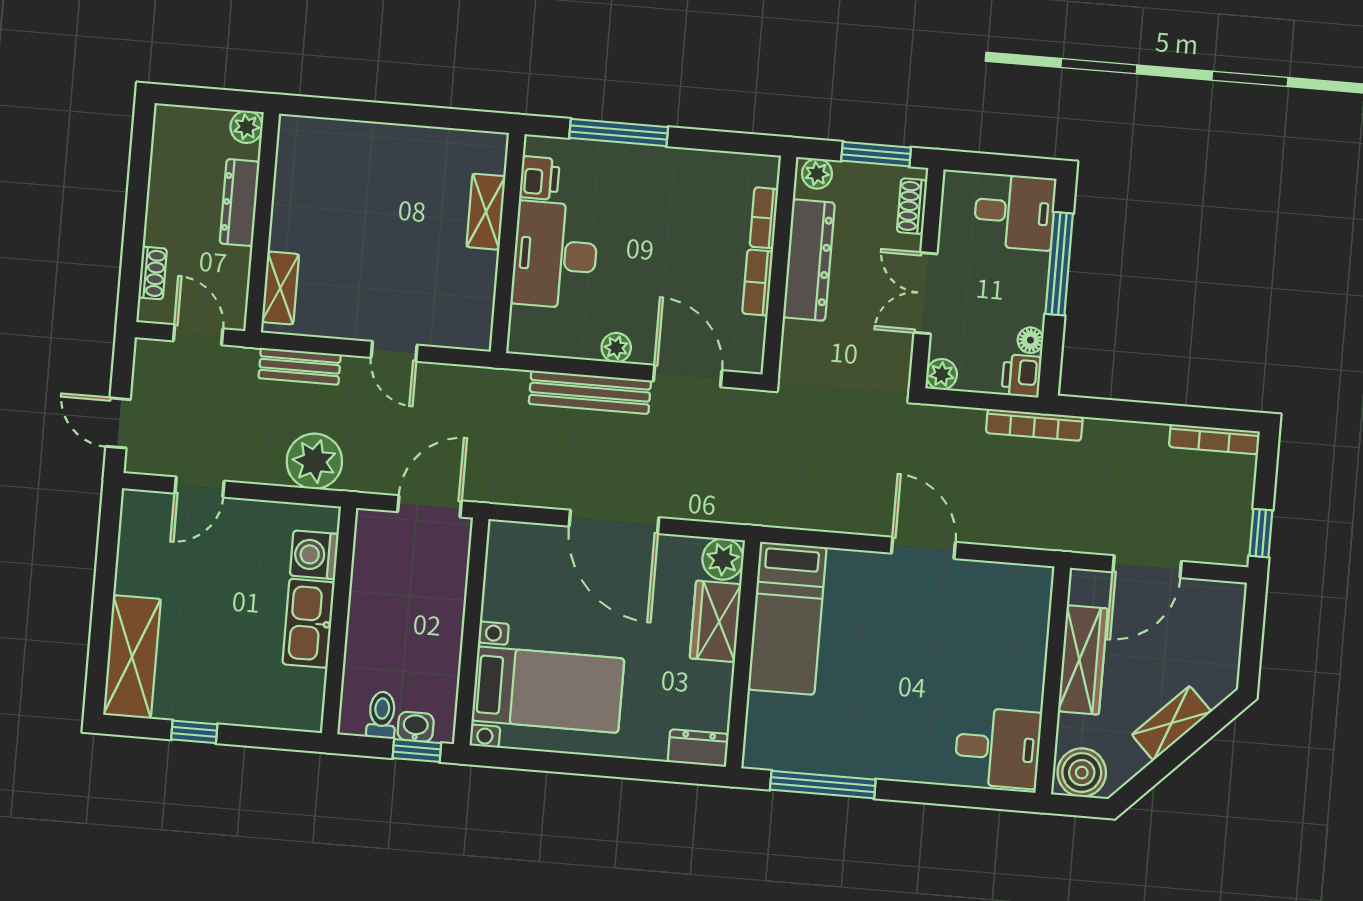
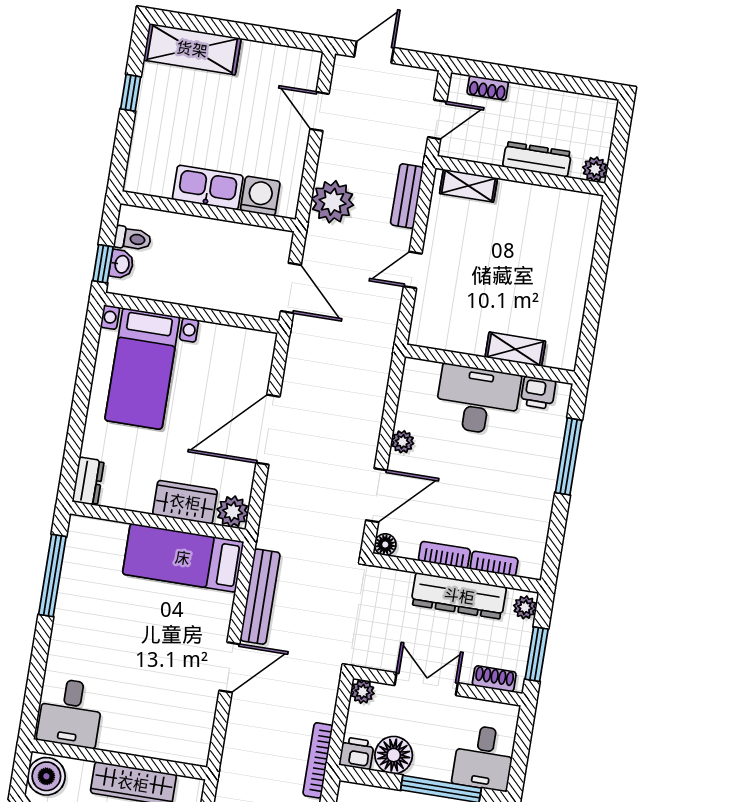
floor lamp: (1030, 340) -> (394, 755), width x1.89, depth x1.89
floor lamp: (750, 360) -> (385, 545), added
bench: (590, 392) -> (260, 597), moved

